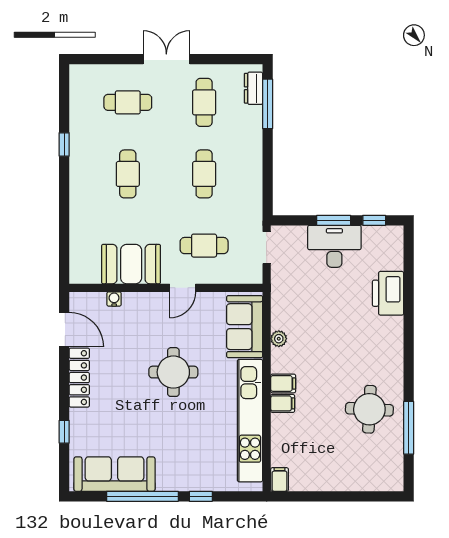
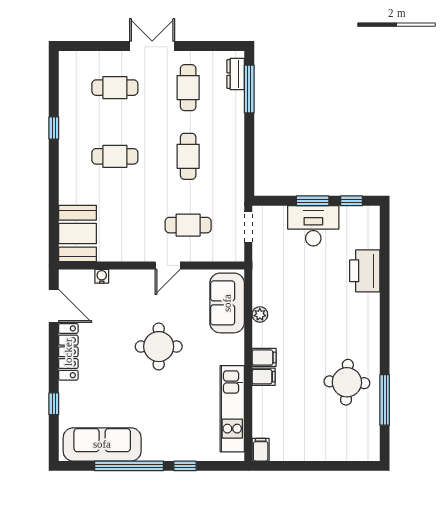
cafe table: (128, 174) -> (115, 156), turned 90
booth: (131, 264) -> (78, 234), moved, turned 90
kitchen unit: (250, 421) -> (232, 409), width x0.73

